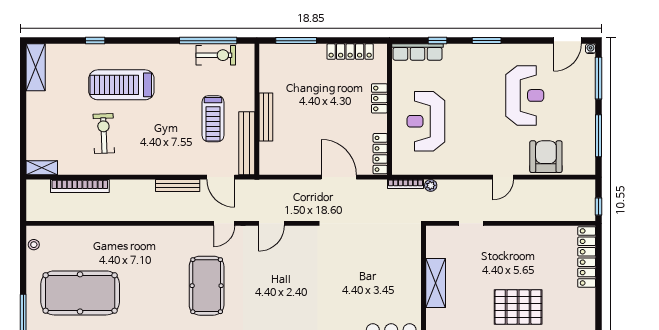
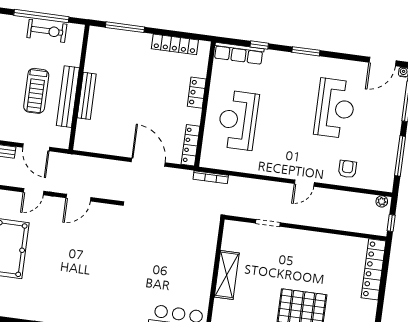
bench: (247, 143) -> (68, 97), moved
armchair: (546, 157) -> (347, 169), width x0.53, depth x0.53
plant: (431, 185) -> (382, 201), moved

